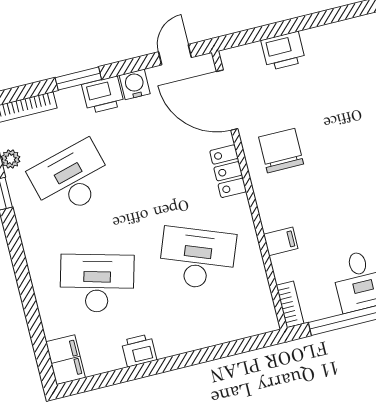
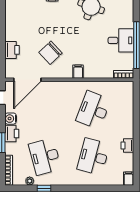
chair: (281, 151) -> (51, 53), moved, turned -43
locker: (228, 171) -> (59, 87), removed
filing cabinet: (281, 241) -> (78, 72), moved
filing cabinet: (66, 360) -> (129, 179), width x0.50

